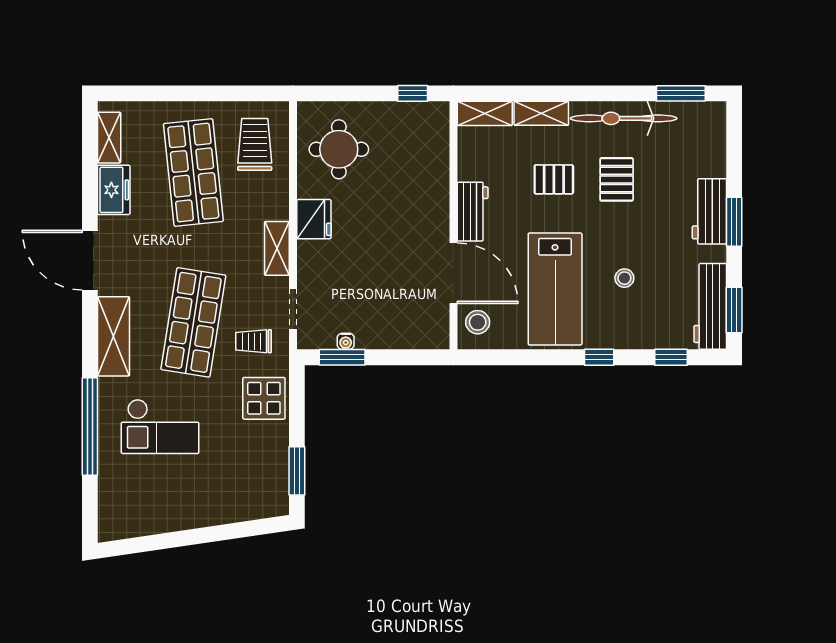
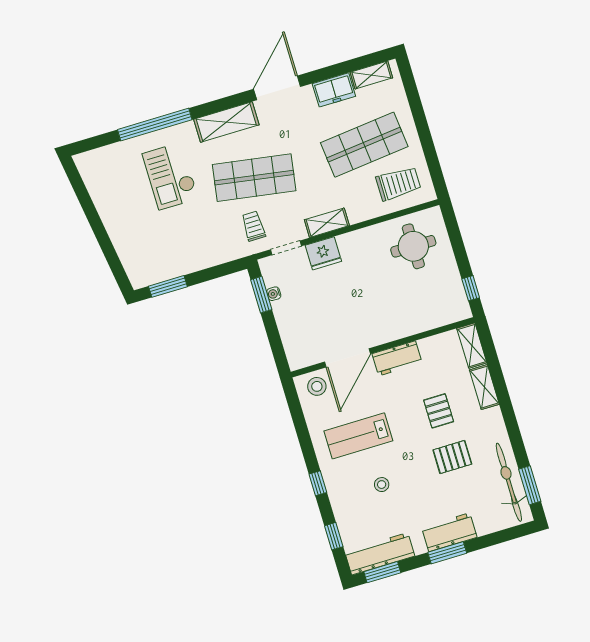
bicycle: (624, 118) -> (509, 482), moved
fridge: (314, 219) -> (323, 253), moved
lab bench: (555, 289) -> (358, 436), width x0.73, depth x0.72
display table: (264, 398) -> (214, 246), removed

